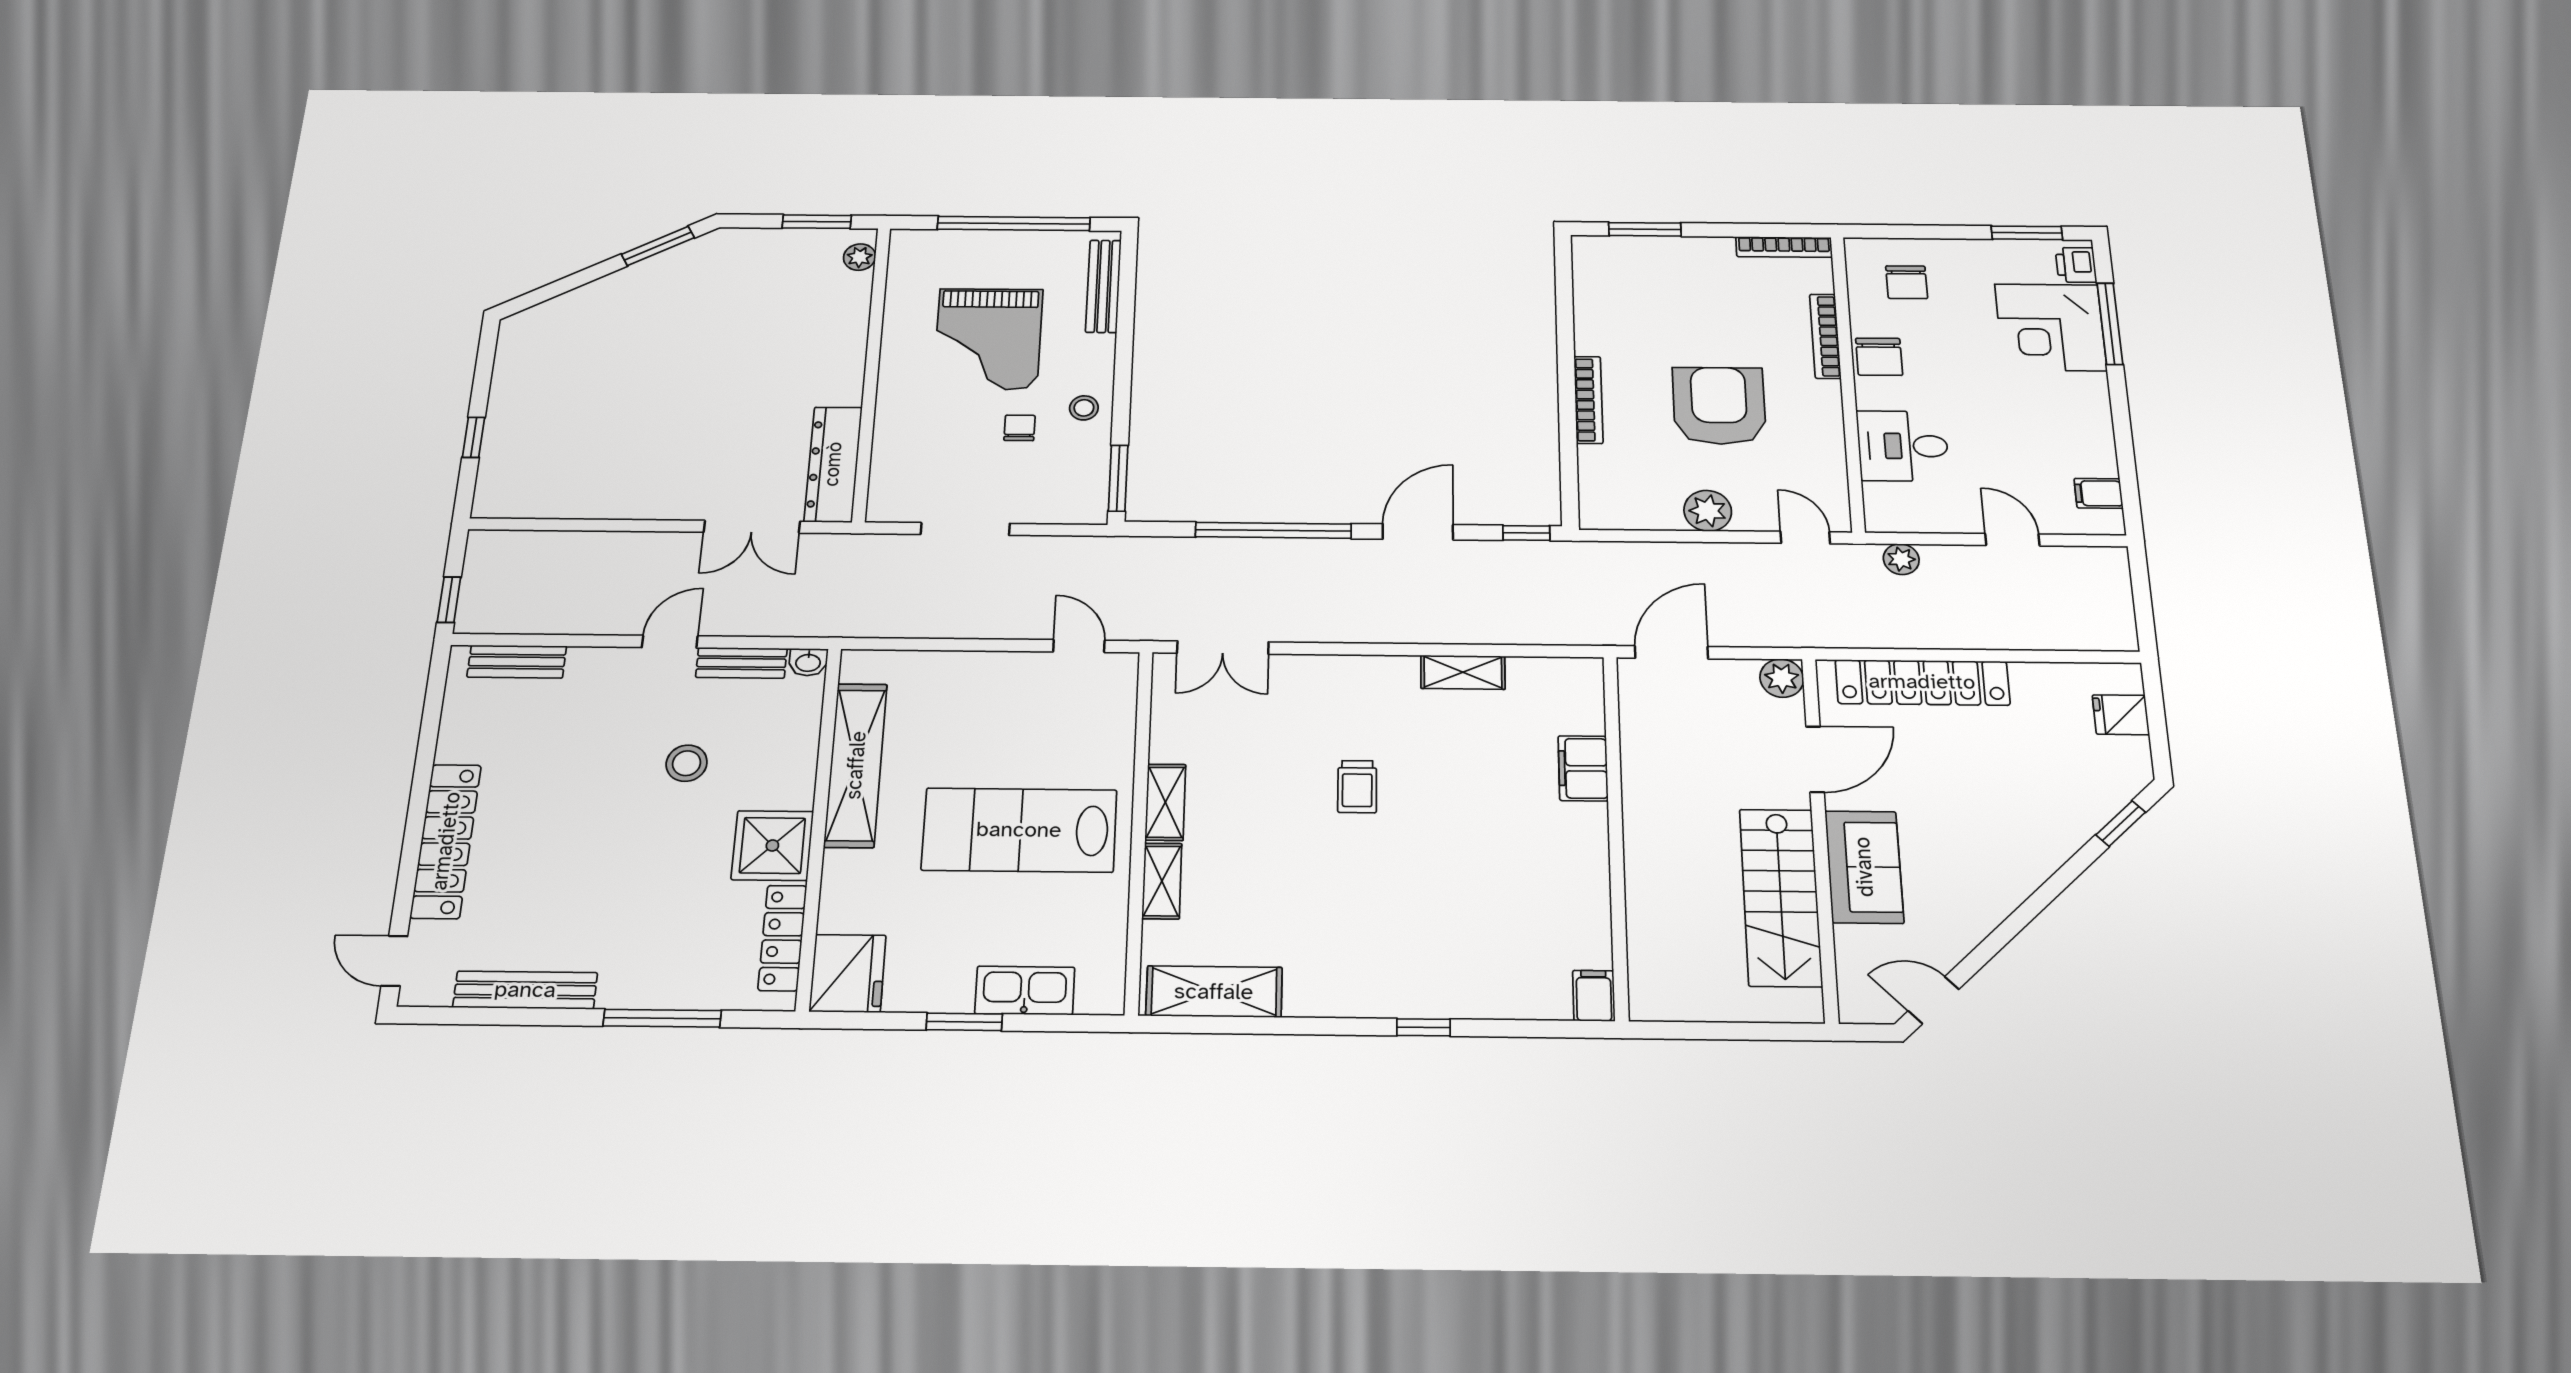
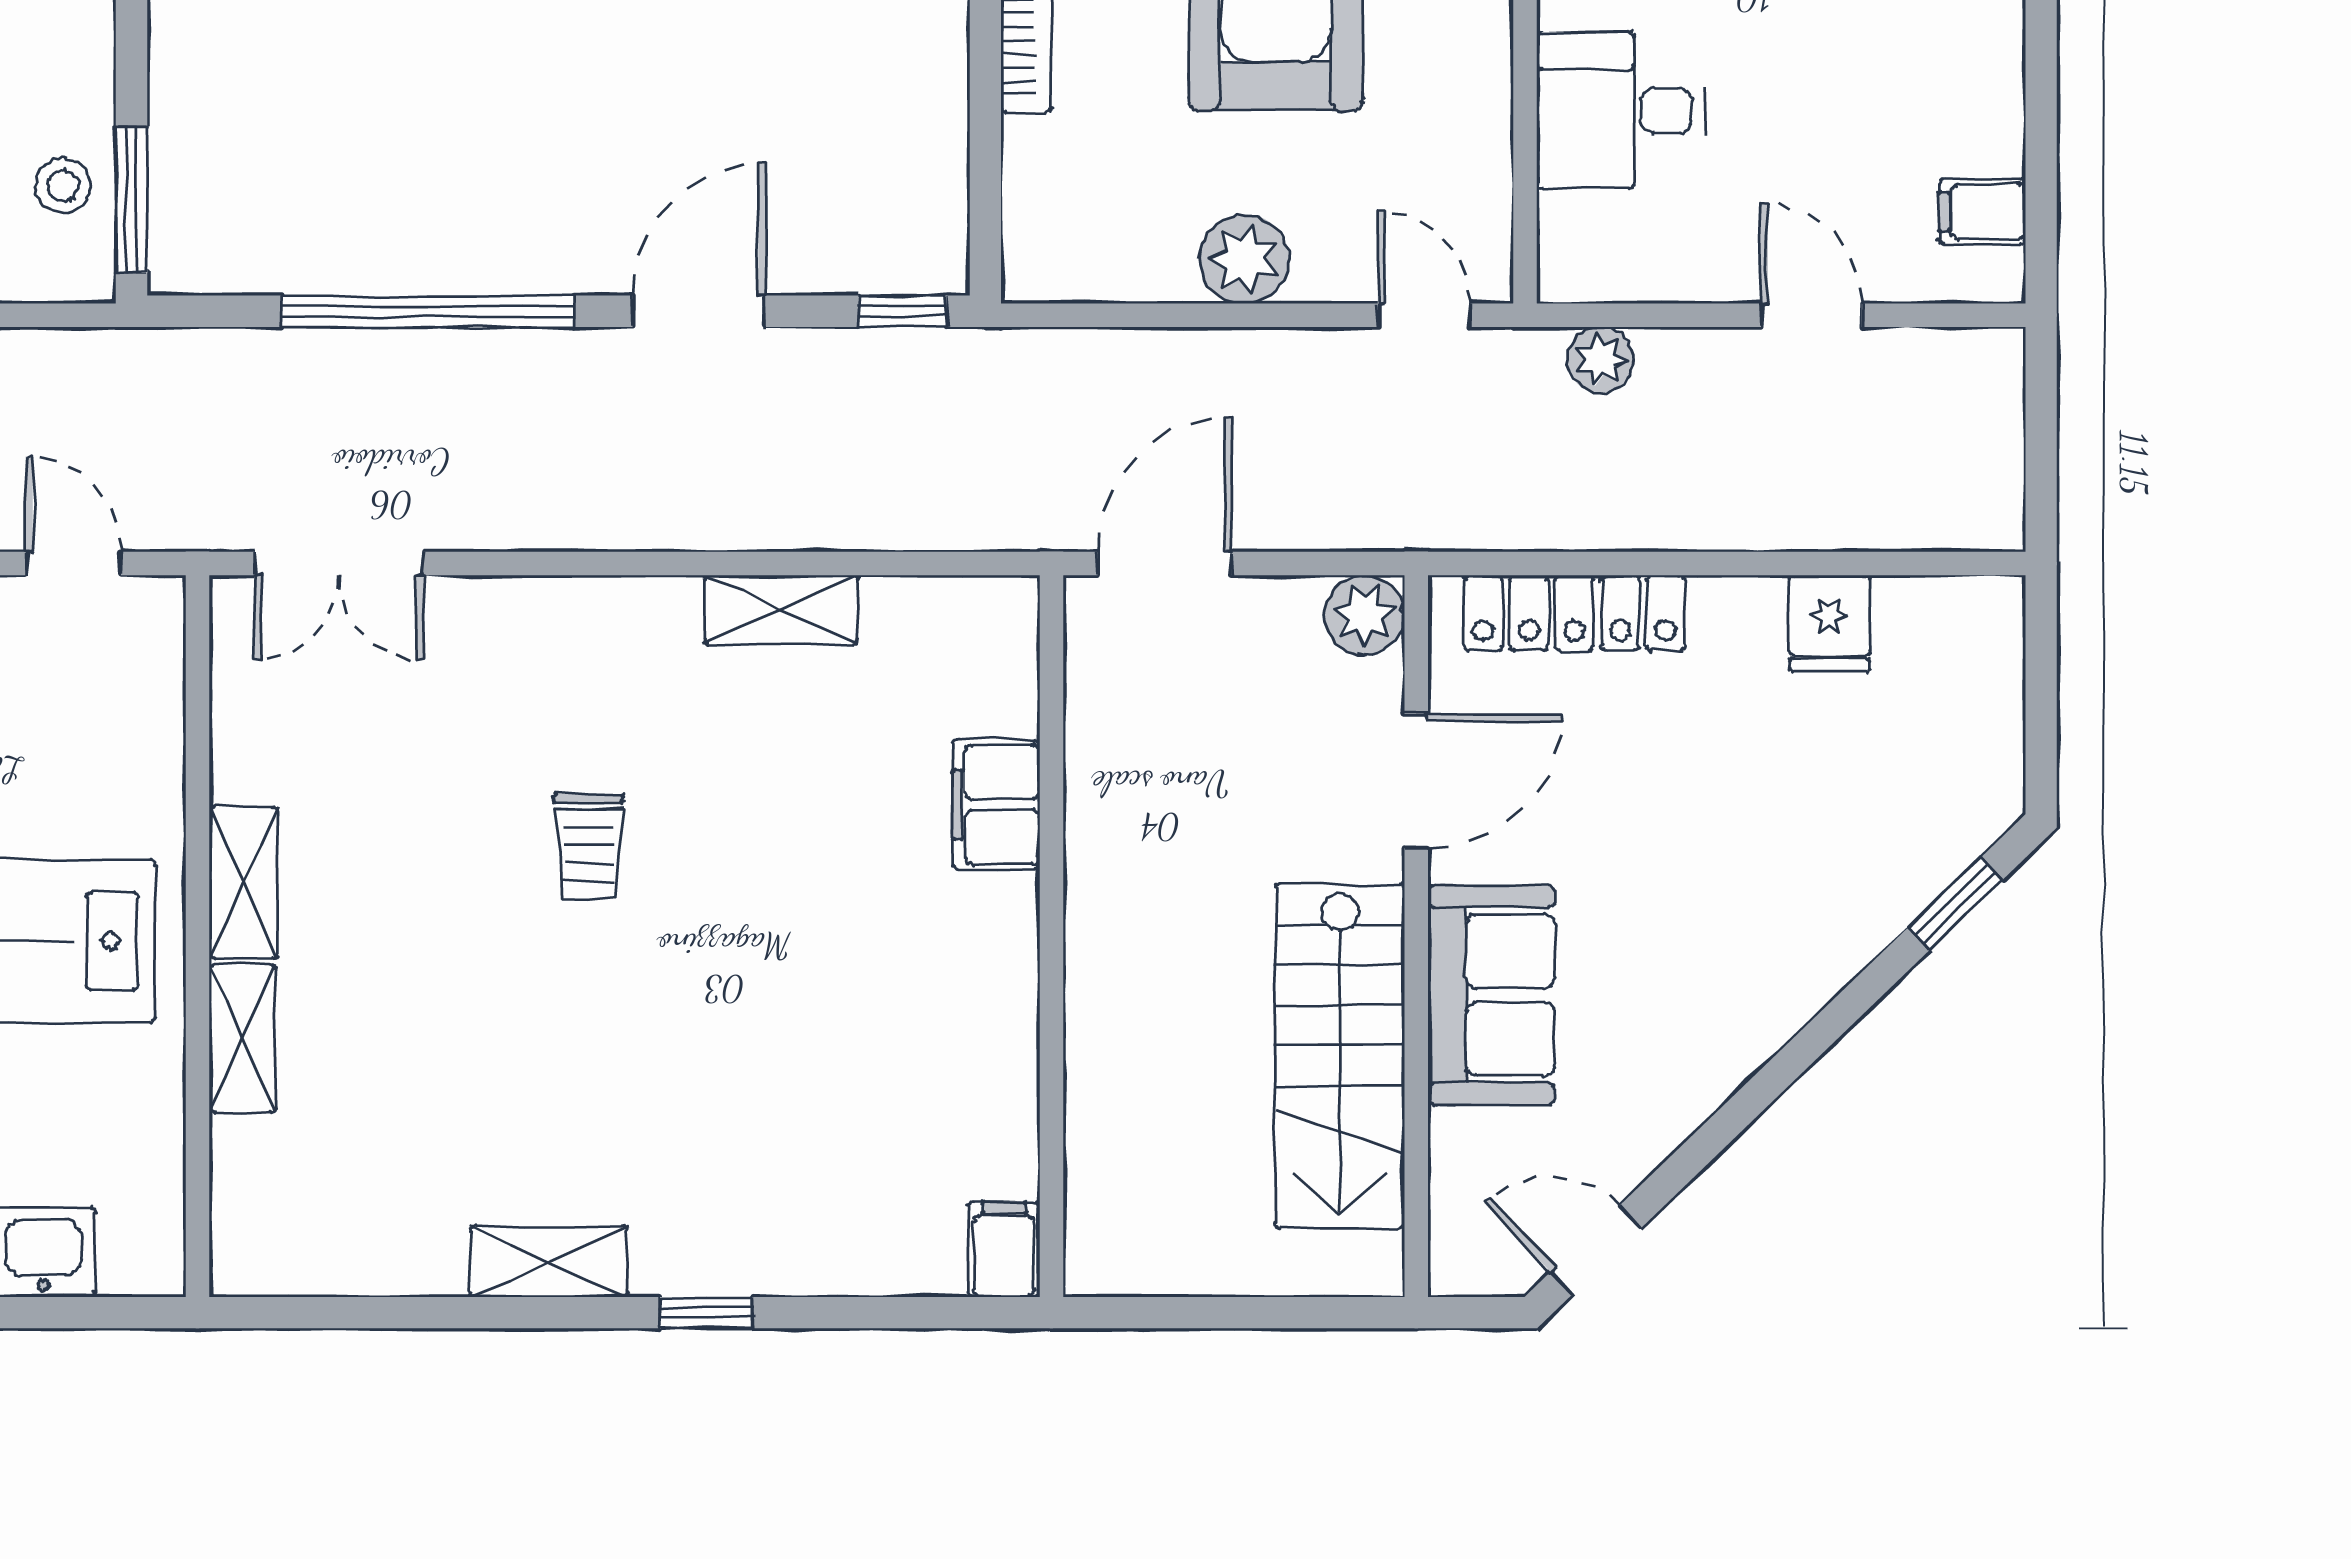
stool: (1084, 408) -> (63, 186), moved
locker: (1922, 682) -> (1574, 613), width x0.71, depth x0.83
fridge: (2121, 715) -> (1830, 623), moved, turned -90
shelving: (1214, 992) -> (549, 1262), moved, width x0.67, depth x0.75

